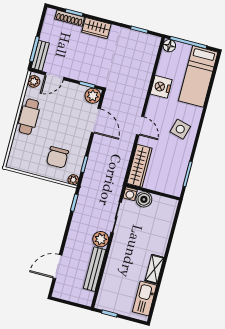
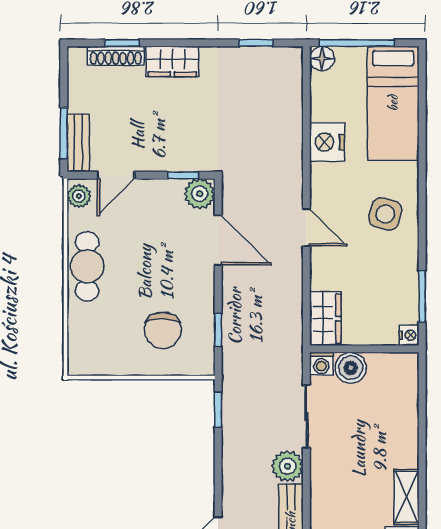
wardrobe: (140, 166) -> (325, 319), width x0.67
plant: (73, 180) -> (205, 366), removed
nightstand: (176, 191) -> (409, 335), added

